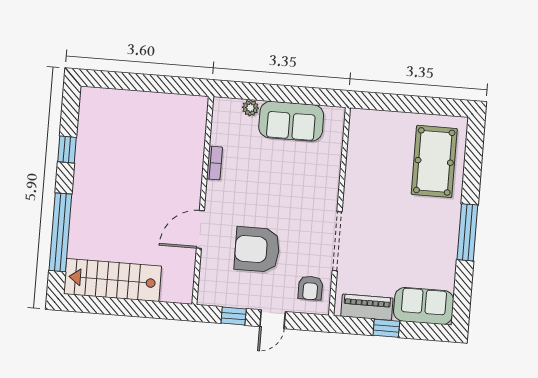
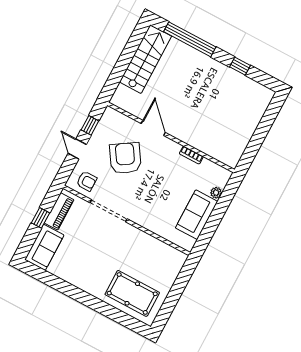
window: (467, 232) -> (79, 295), removed
armchair: (257, 249) -> (125, 158), turned -33
armchair: (310, 288) -> (87, 181), turned 180

